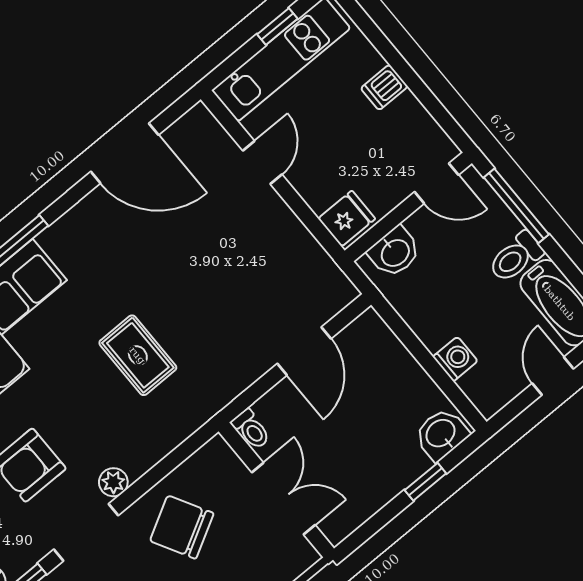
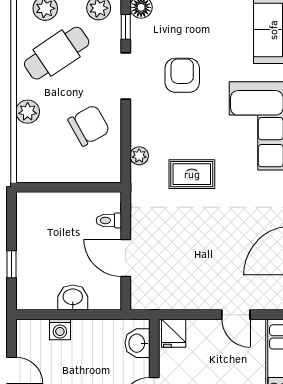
toilet: (251, 429) -> (109, 220), moved
washbasin: (441, 434) -> (73, 298), moved, turned -90
plant: (113, 482) -> (139, 156), moved
double door: (283, 499) -> (61, 187), removed

